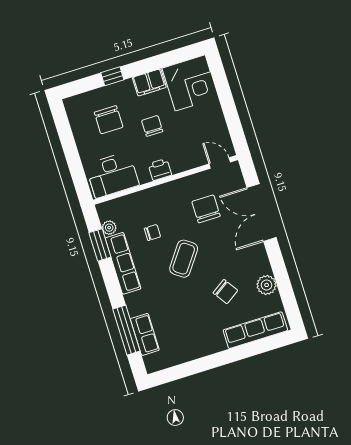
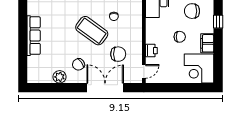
printer: (160, 169) -> (151, 51), moved
coffee table: (184, 259) -> (92, 31), width x1.36, depth x1.32
chair: (225, 292) -> (78, 64), moved
row of seats: (255, 330) -> (34, 36), moved

